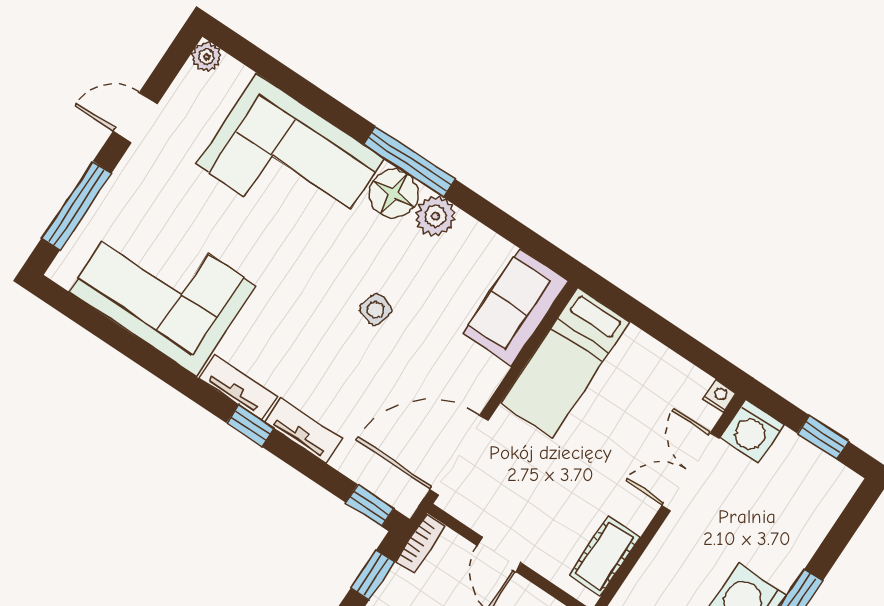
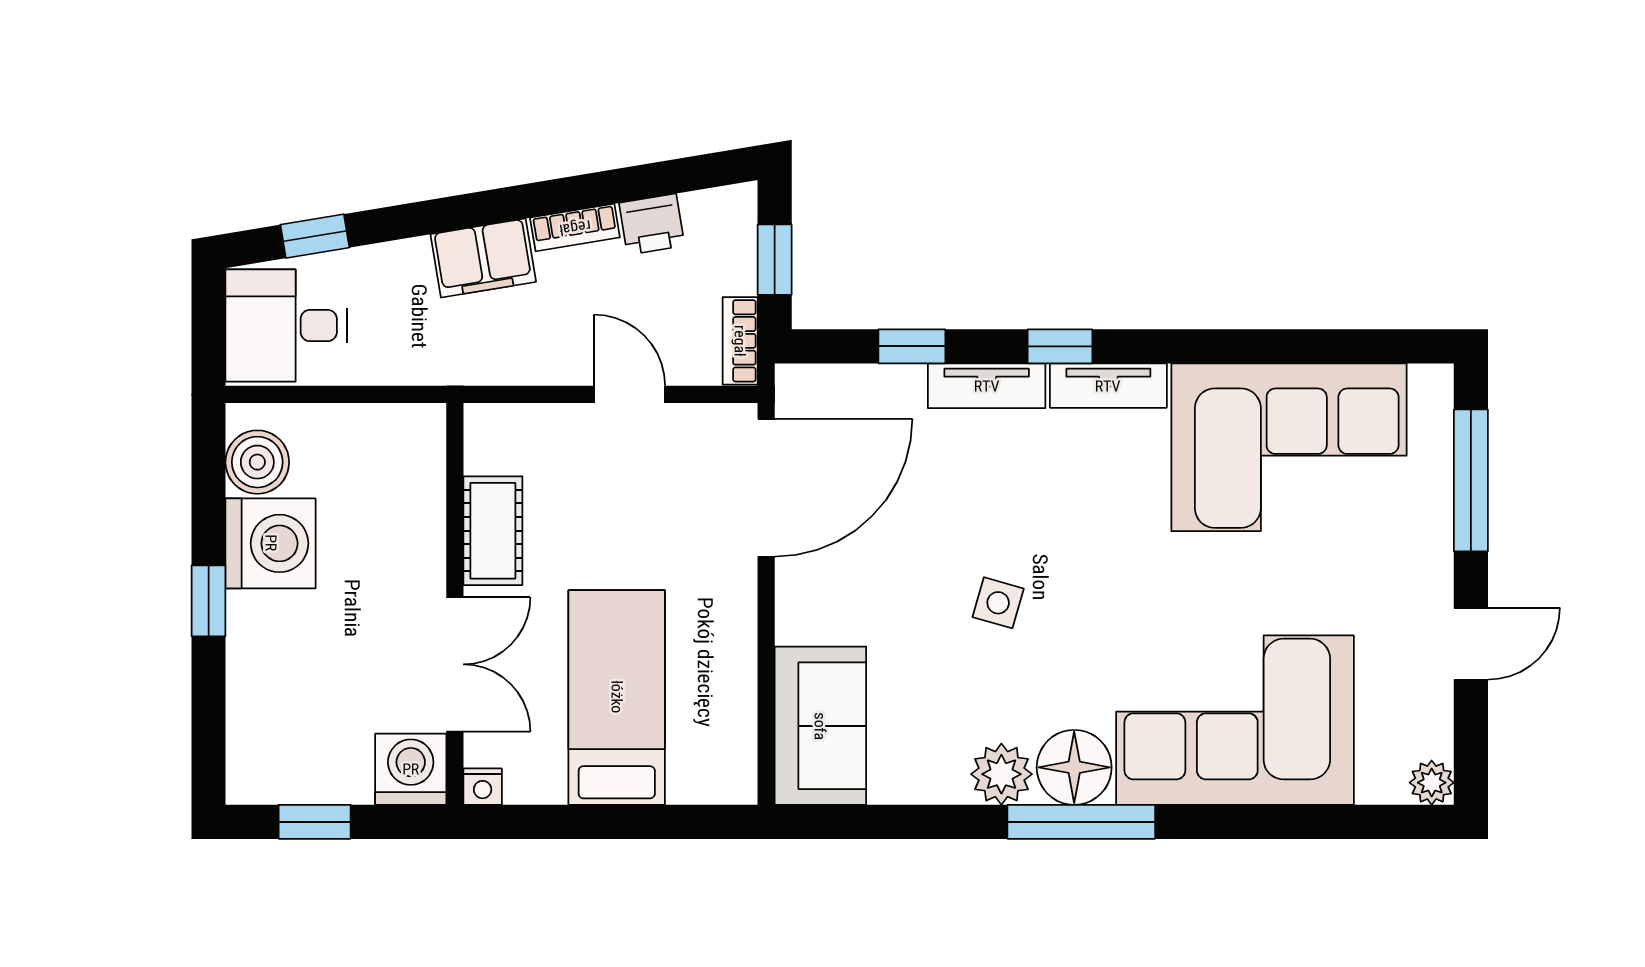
bed: (565, 362) -> (617, 697), moved
window: (370, 506) -> (912, 346), moved
cot: (605, 556) -> (493, 531), moved

